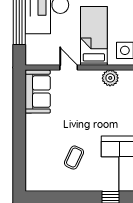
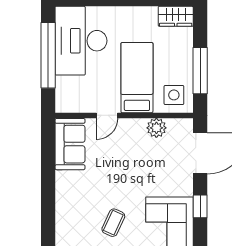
door: (69, 68) -> (107, 115), swing flipped

